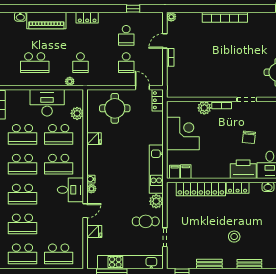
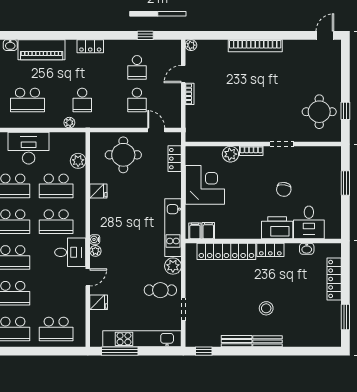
locker: (158, 100) -> (175, 159), moved
desk: (47, 103) -> (29, 148), moved
bench: (249, 264) -> (268, 341), moved

